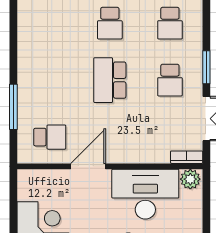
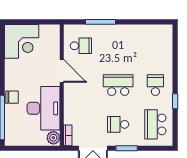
school desk: (110, 23) -> (155, 85), turned 90
school desk: (170, 23) -> (155, 124), width x1.85
school desk: (50, 137) -> (81, 46), turned -90

